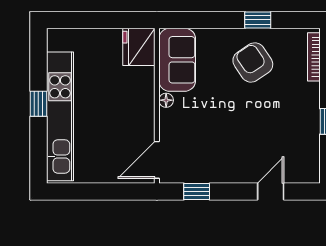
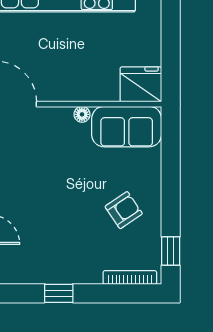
window: (258, 20) -> (171, 251), moved
armchair: (253, 62) -> (124, 210), width x0.72, depth x0.72

